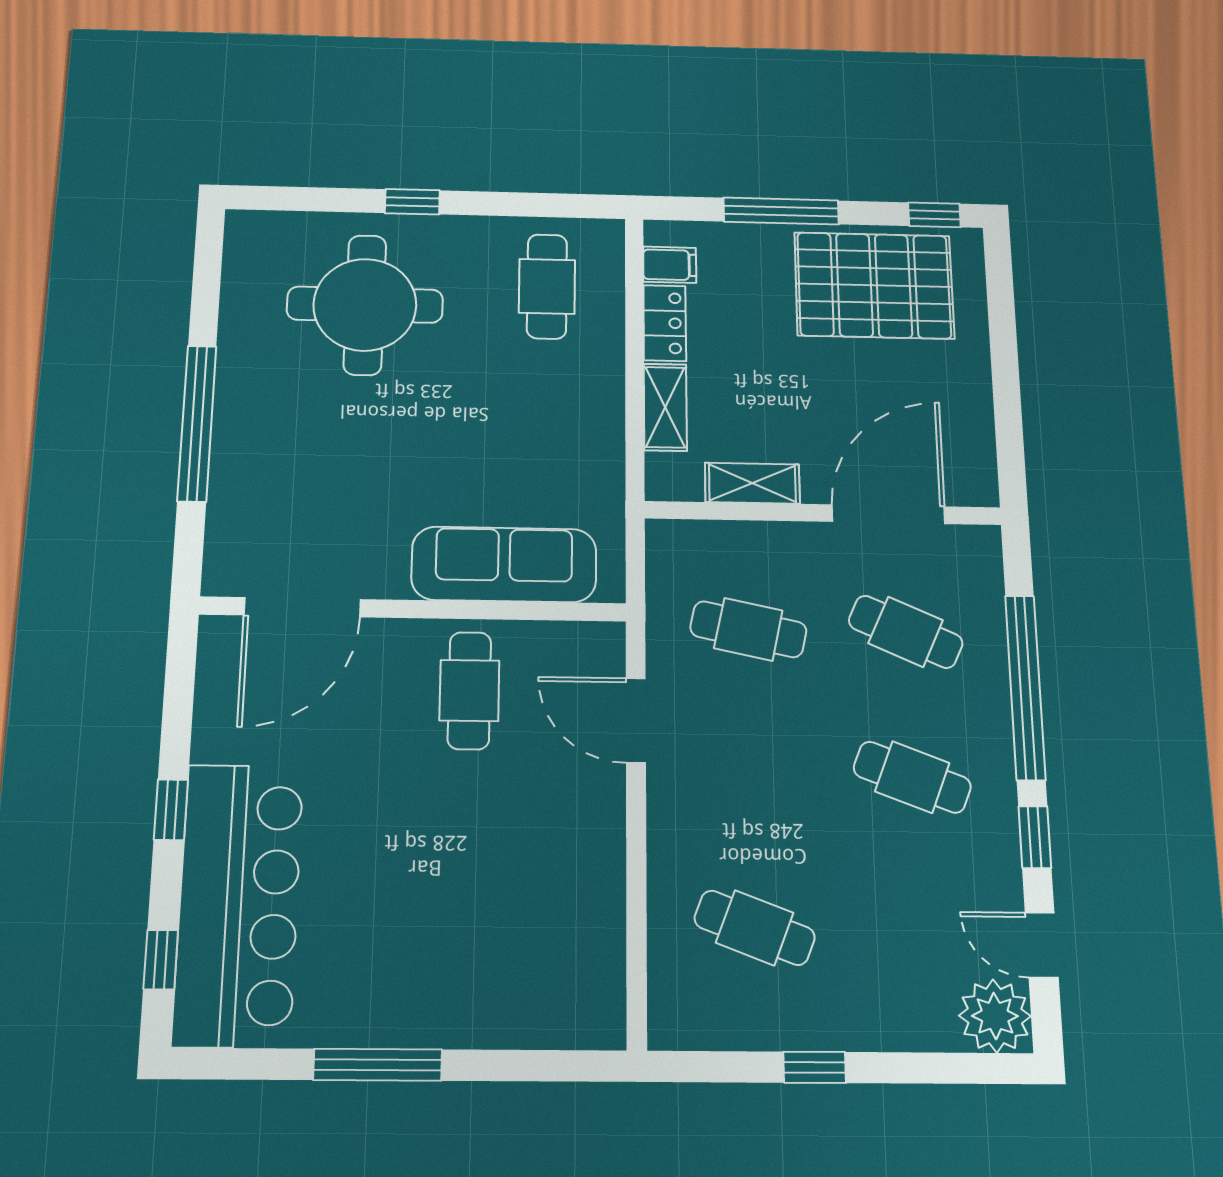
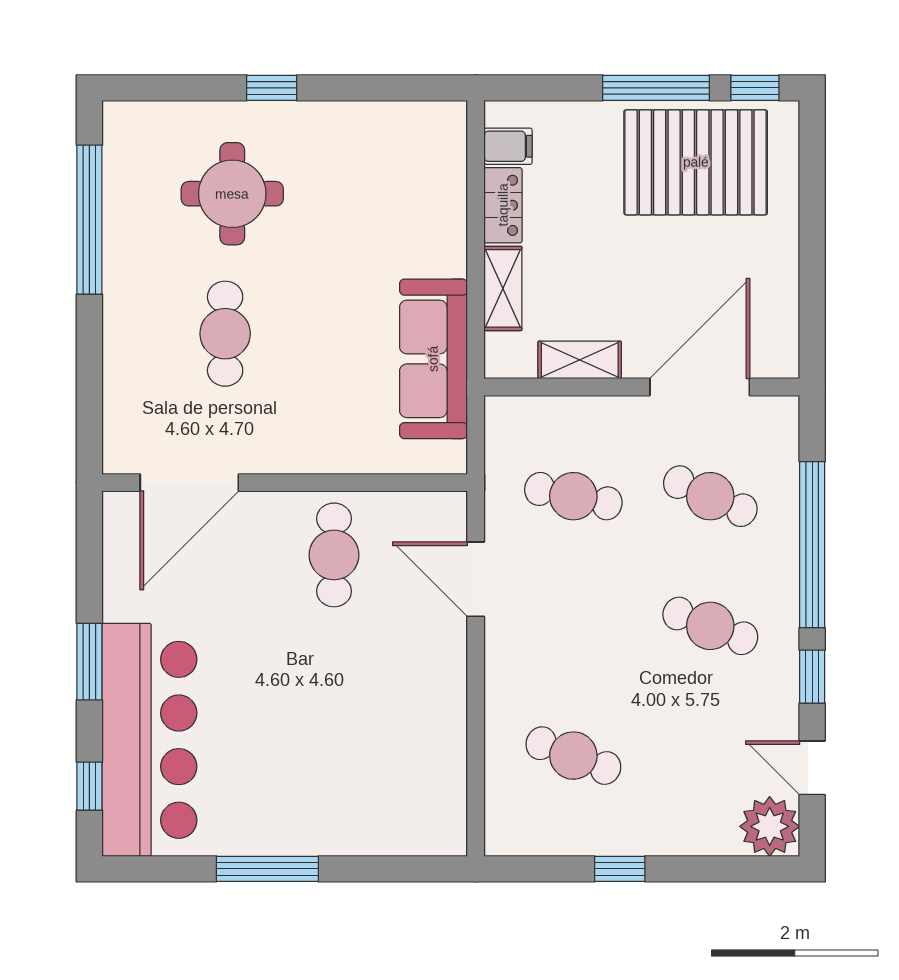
window: (781, 211) -> (656, 88), moved
cafe table: (547, 286) -> (225, 334), moved
round table: (365, 305) -> (232, 194), width x0.73, depth x0.73
window: (197, 423) -> (89, 220), moved
sofa: (504, 564) -> (433, 359), moved, turned -90
window: (171, 810) -> (89, 662), width x1.50

